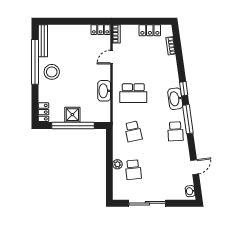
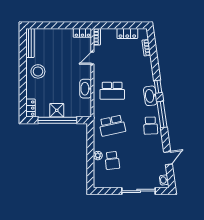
window: (35, 62) -> (23, 62), removed
school desk: (133, 131) -> (112, 126), width x1.85
sliding door: (147, 203) -> (139, 191), moved

